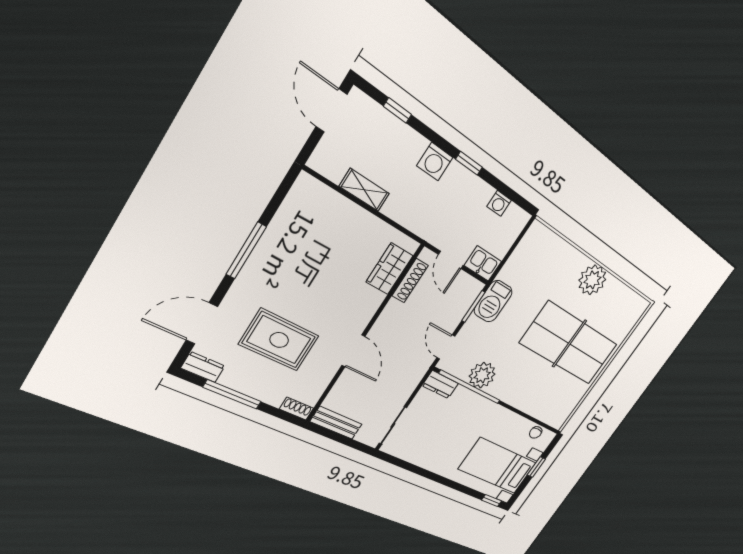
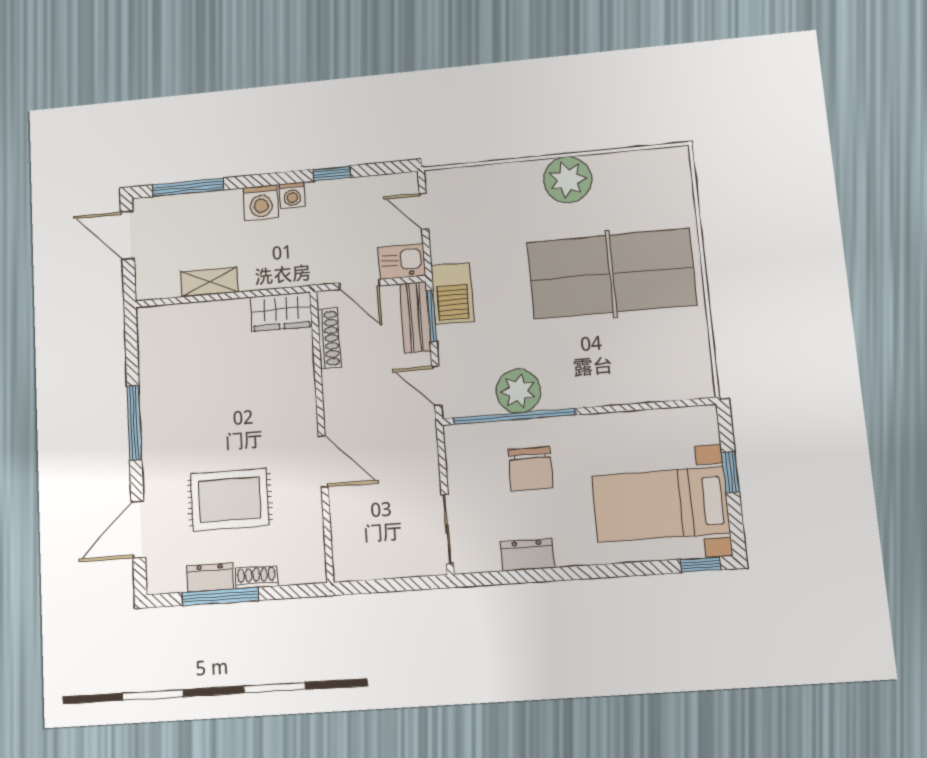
window: (398, 110) -> (188, 187), width x2.17
window: (469, 163) -> (332, 173), moved
washing machine: (499, 203) -> (292, 195), moved
door: (517, 243) -> (424, 211), added
wardrobe: (390, 269) -> (281, 312), moved, turned -90
dresser: (203, 367) -> (210, 577), moved
dresser: (440, 385) -> (527, 555), moved, turned 180
shoe rack: (296, 409) -> (256, 577), moved
bench: (336, 423) -> (415, 317), moved, turned 90
chair: (536, 432) -> (531, 469), moved, width x1.87, depth x1.87

